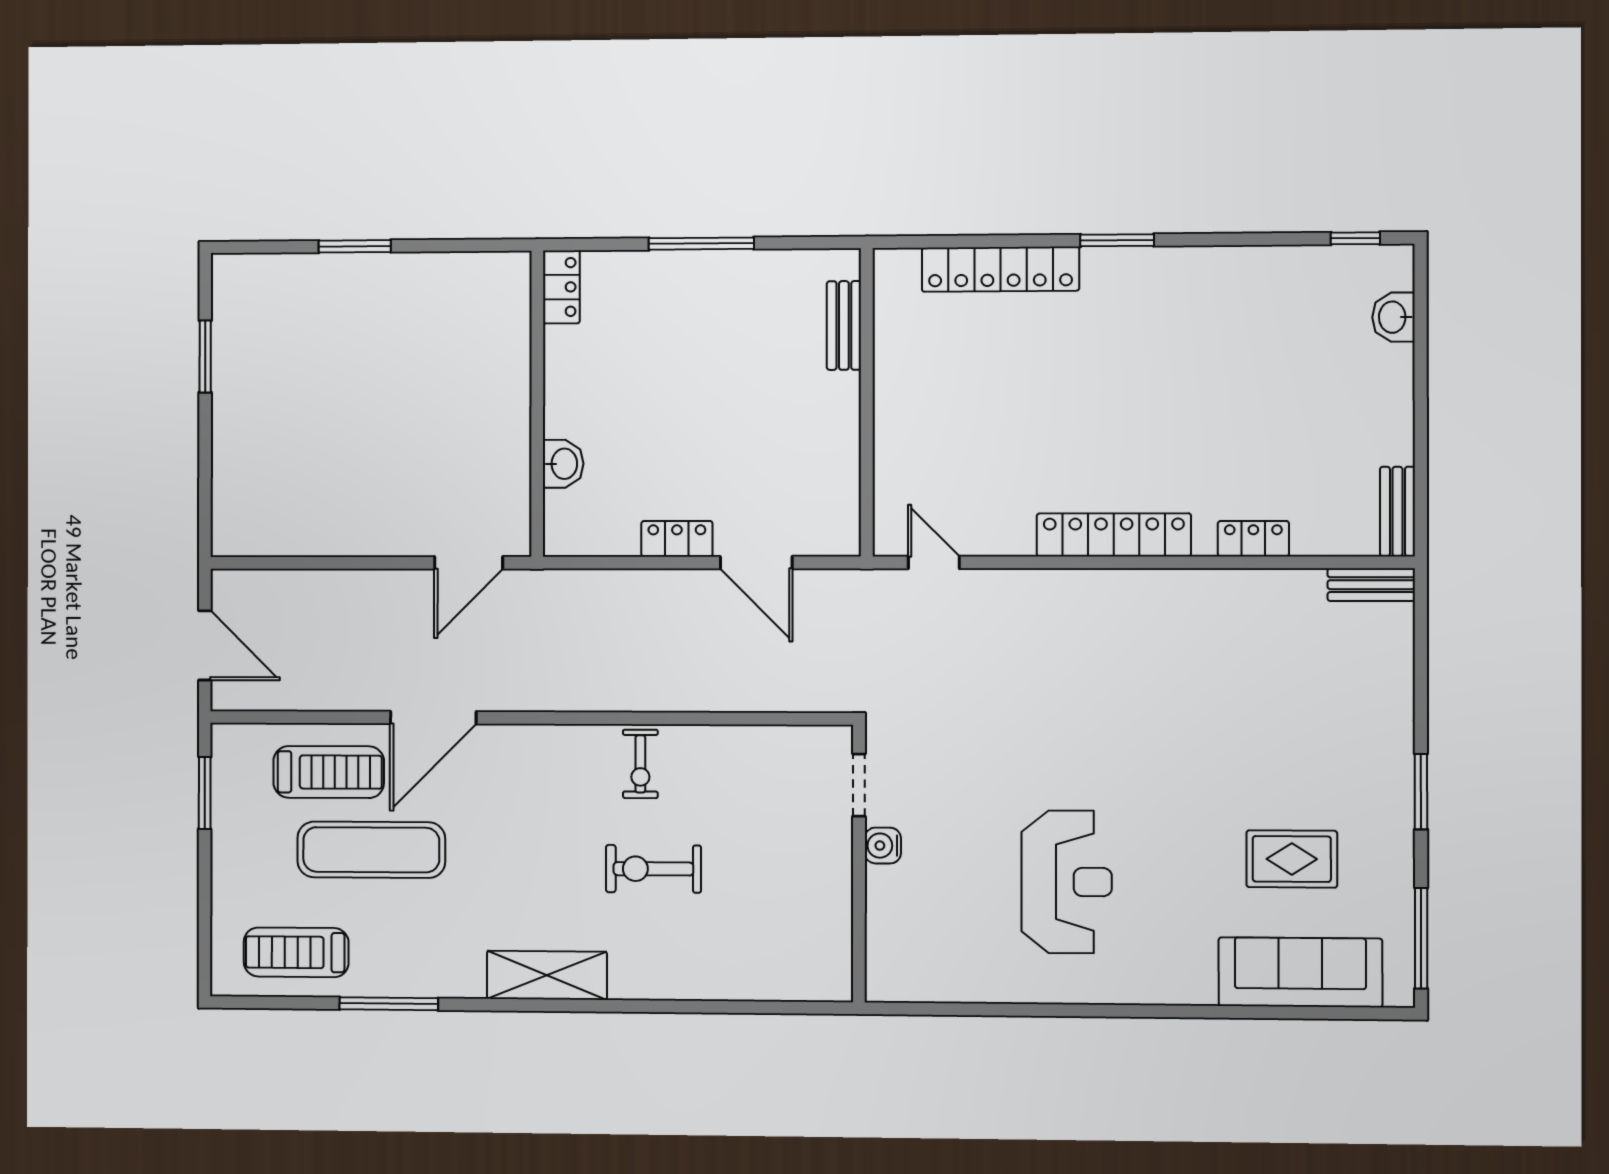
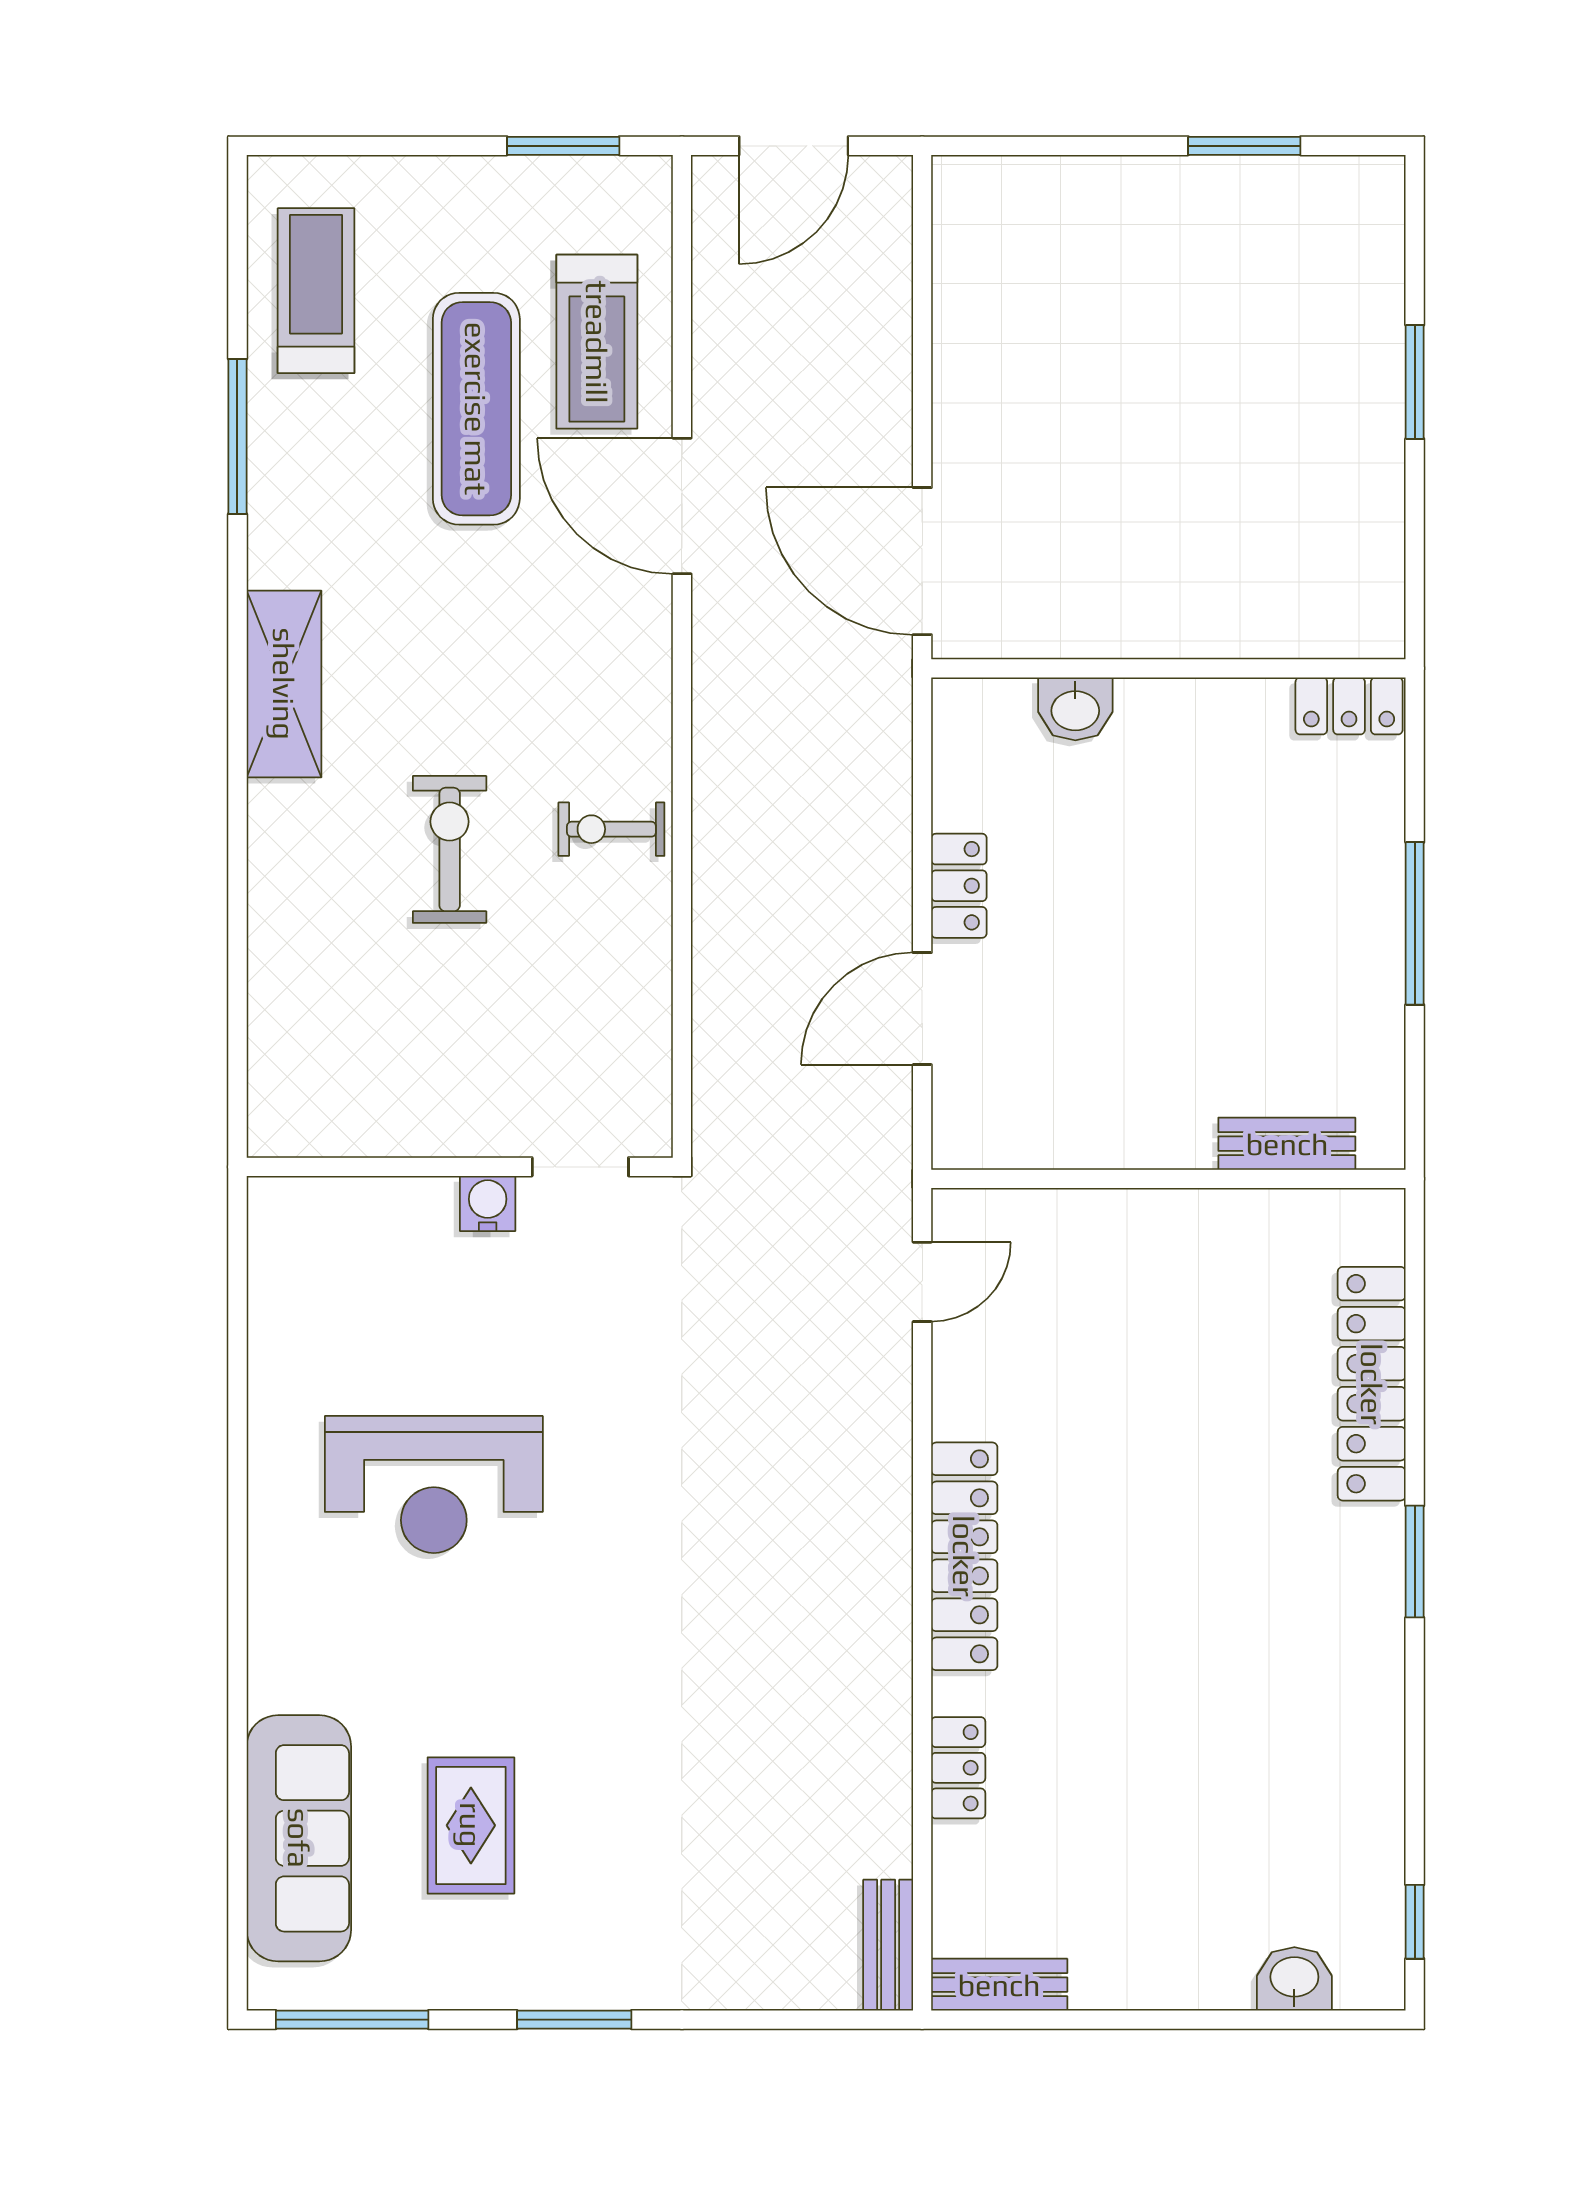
door: (469, 563) -> (922, 561), width x1.36

